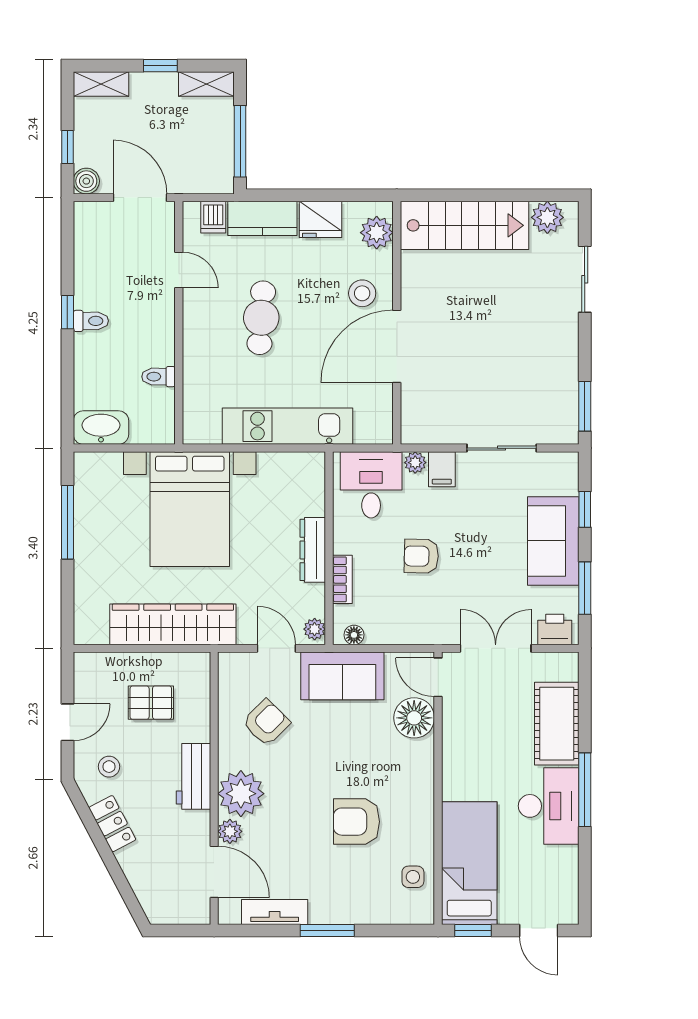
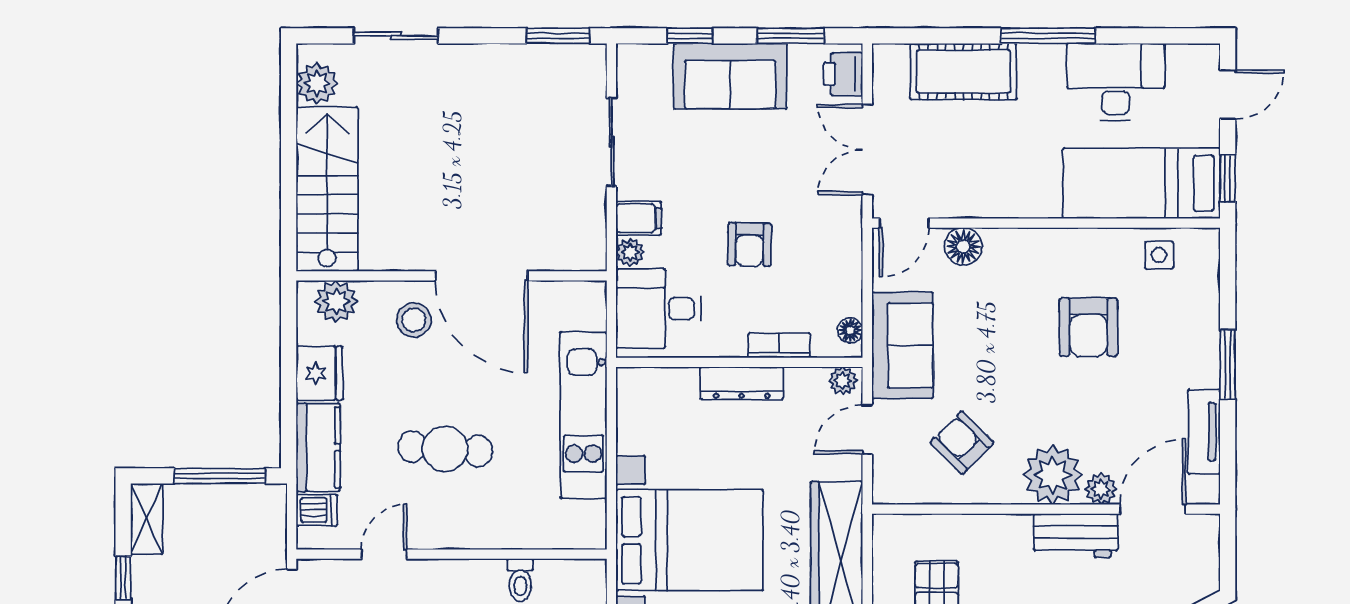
floor lamp: (414, 718) -> (963, 247), width x0.73, depth x0.73
workbench: (194, 776) -> (1076, 535), moved
desk: (549, 806) -> (1116, 82), moved

